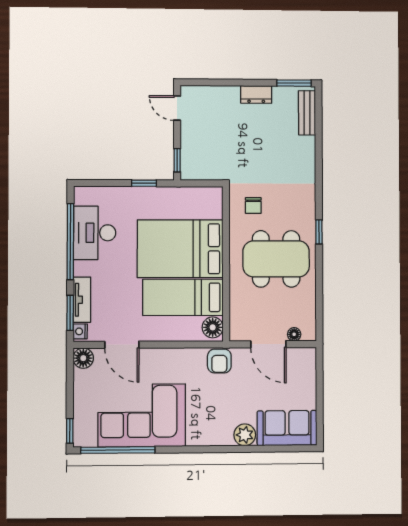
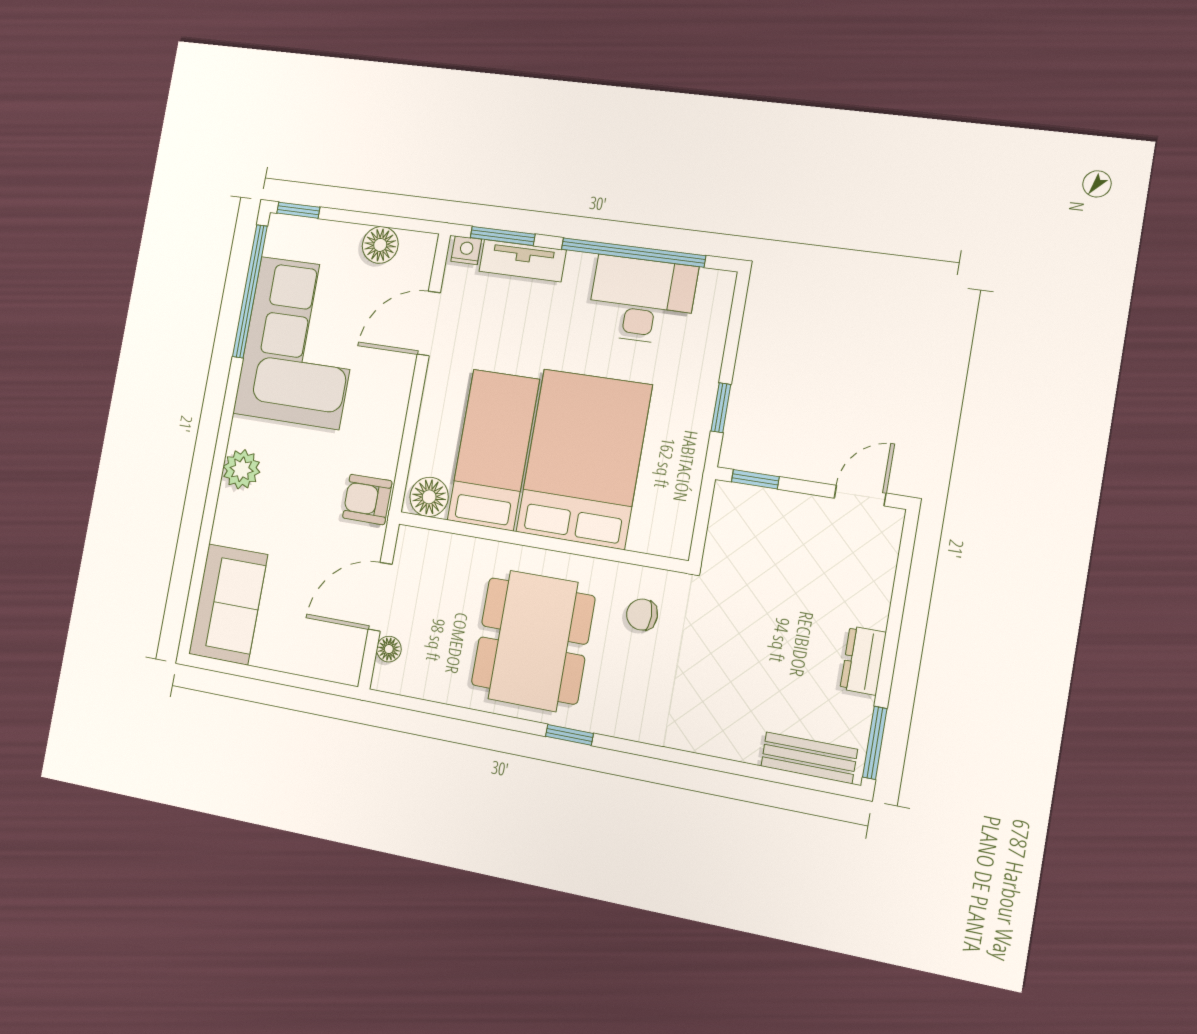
floor lamp: (83, 358) -> (380, 245), moved
plant: (245, 435) -> (242, 469), moved

